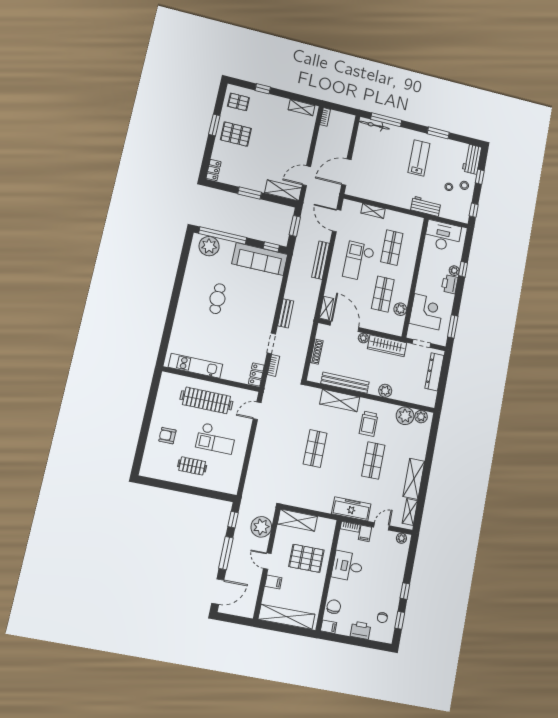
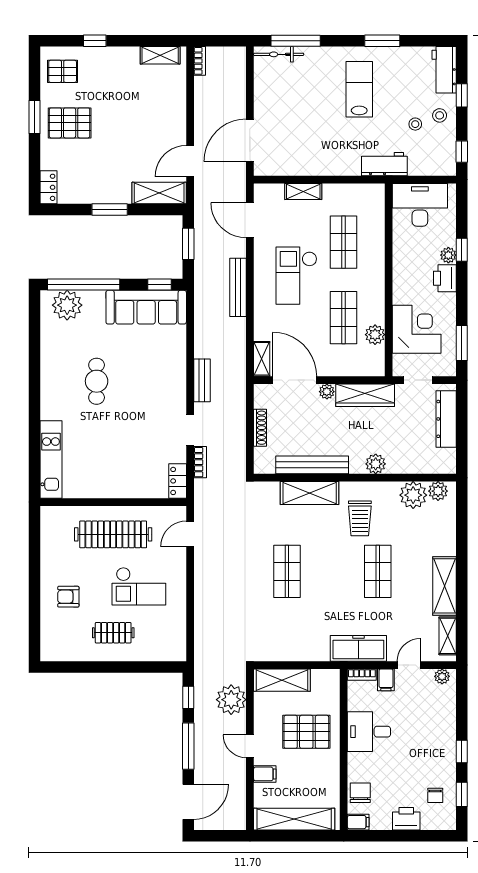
kitchen unit: (196, 366) -> (51, 459), moved, turned 90

